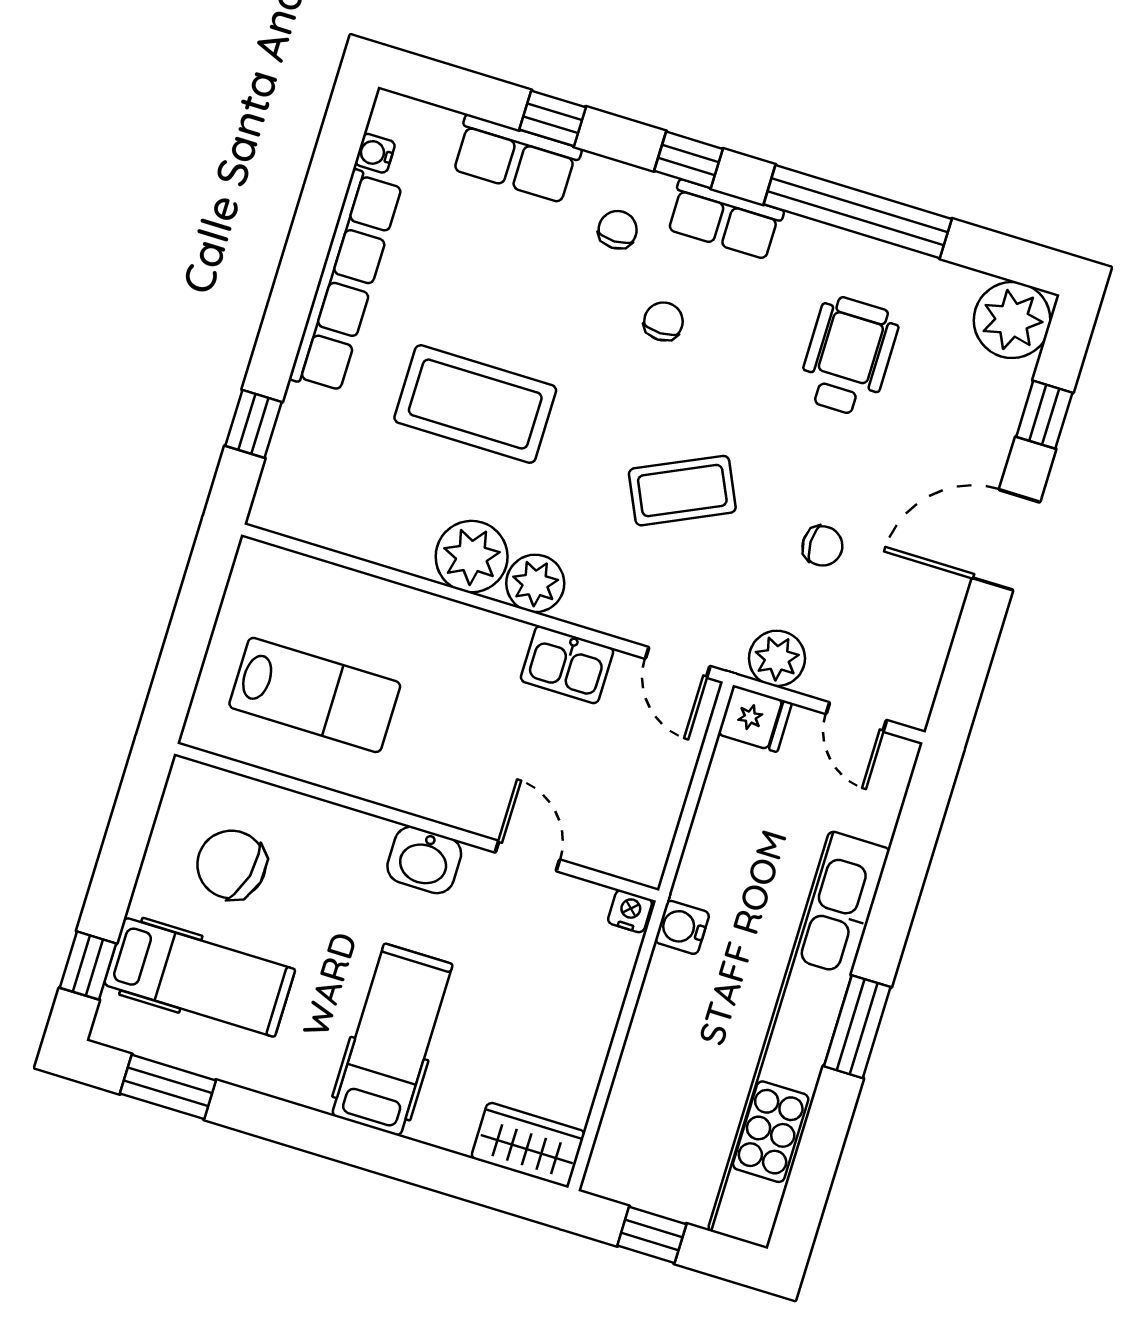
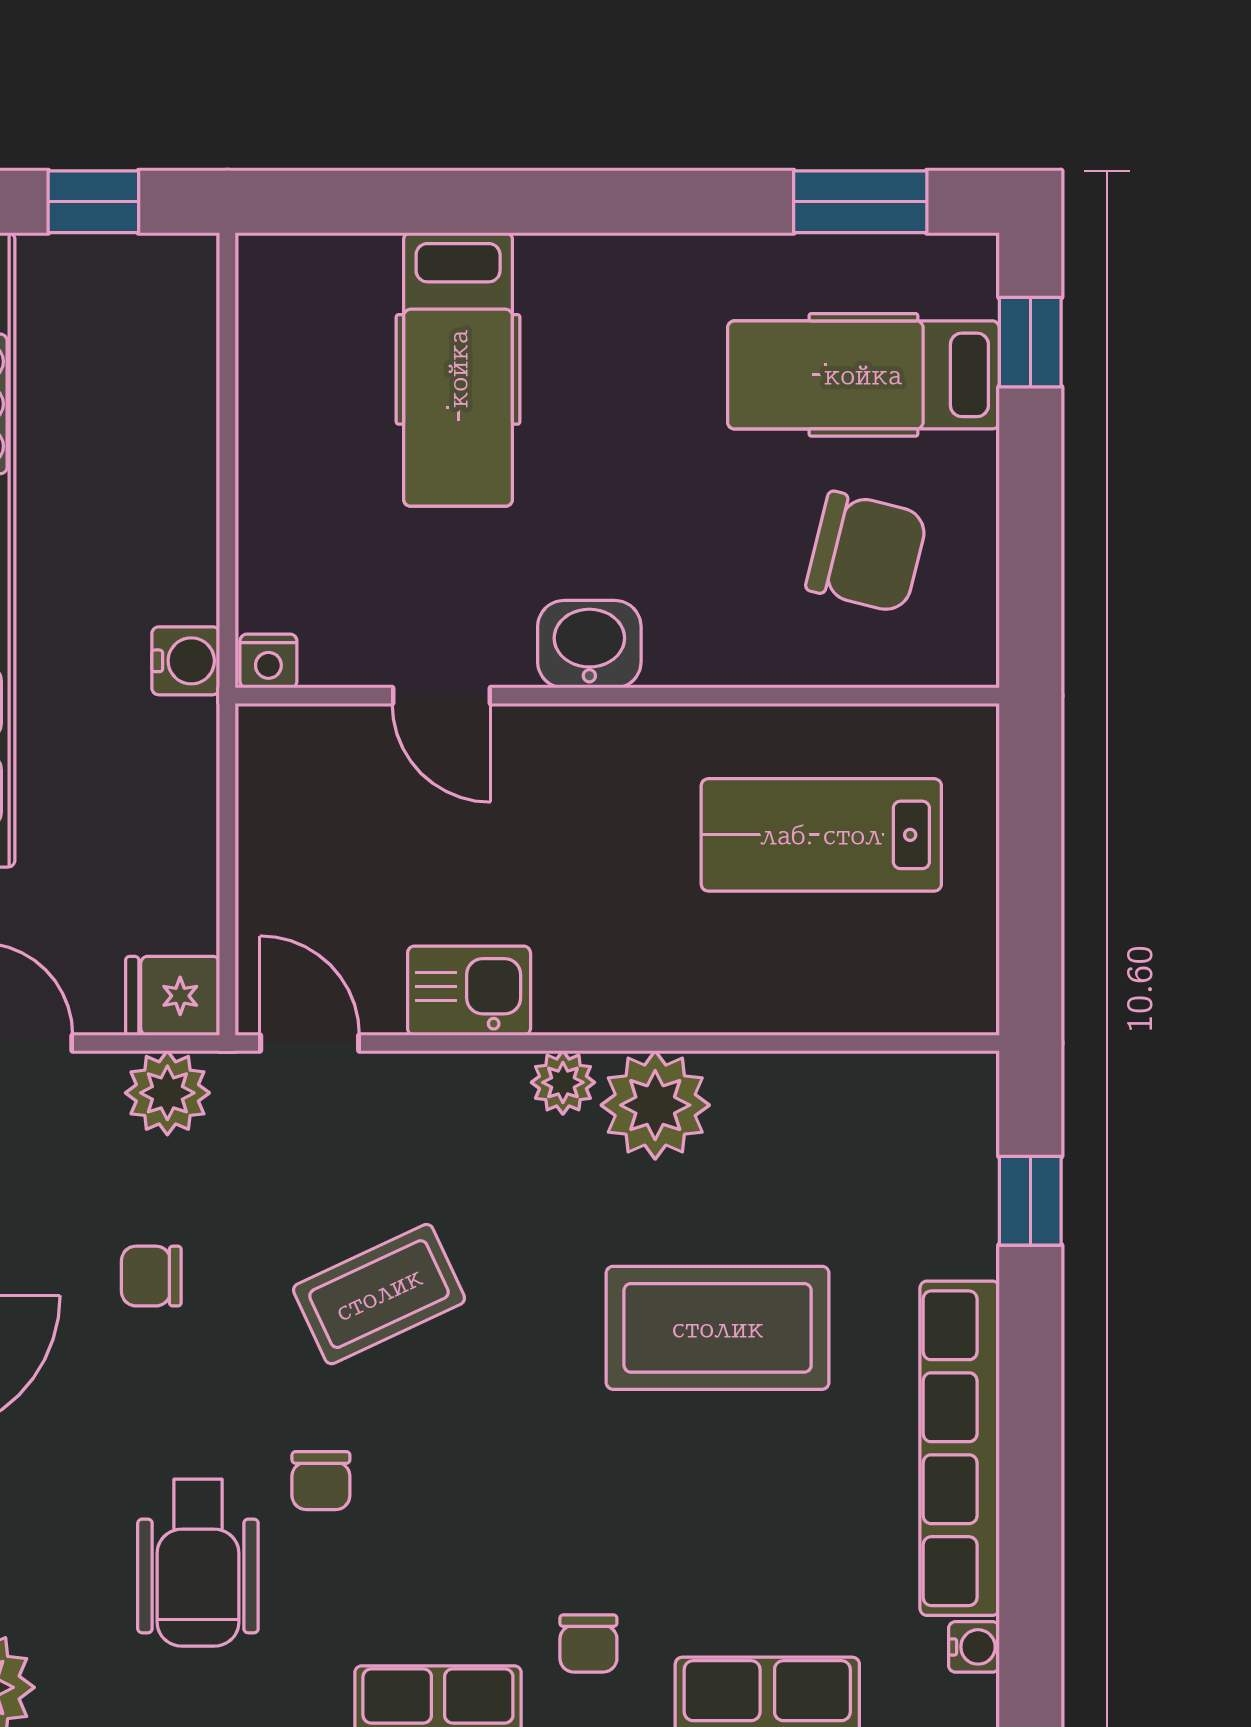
chair: (663, 321) -> (321, 1481), moved
plant: (535, 583) -> (563, 1082), width x0.73, depth x0.73
hospital bed: (392, 1040) -> (458, 369), moved
wardrobe: (528, 1145) -> (313, 278), removed

